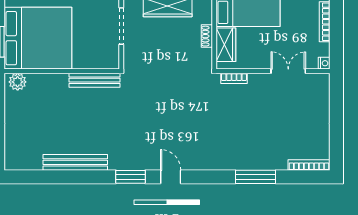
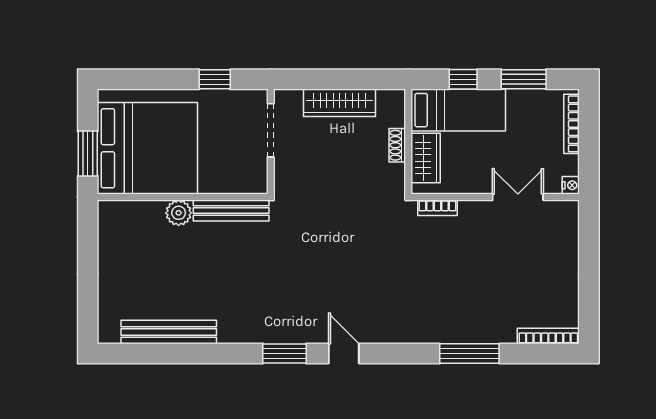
plant: (18, 82) -> (179, 213), moved
bench: (75, 162) -> (169, 332), moved

